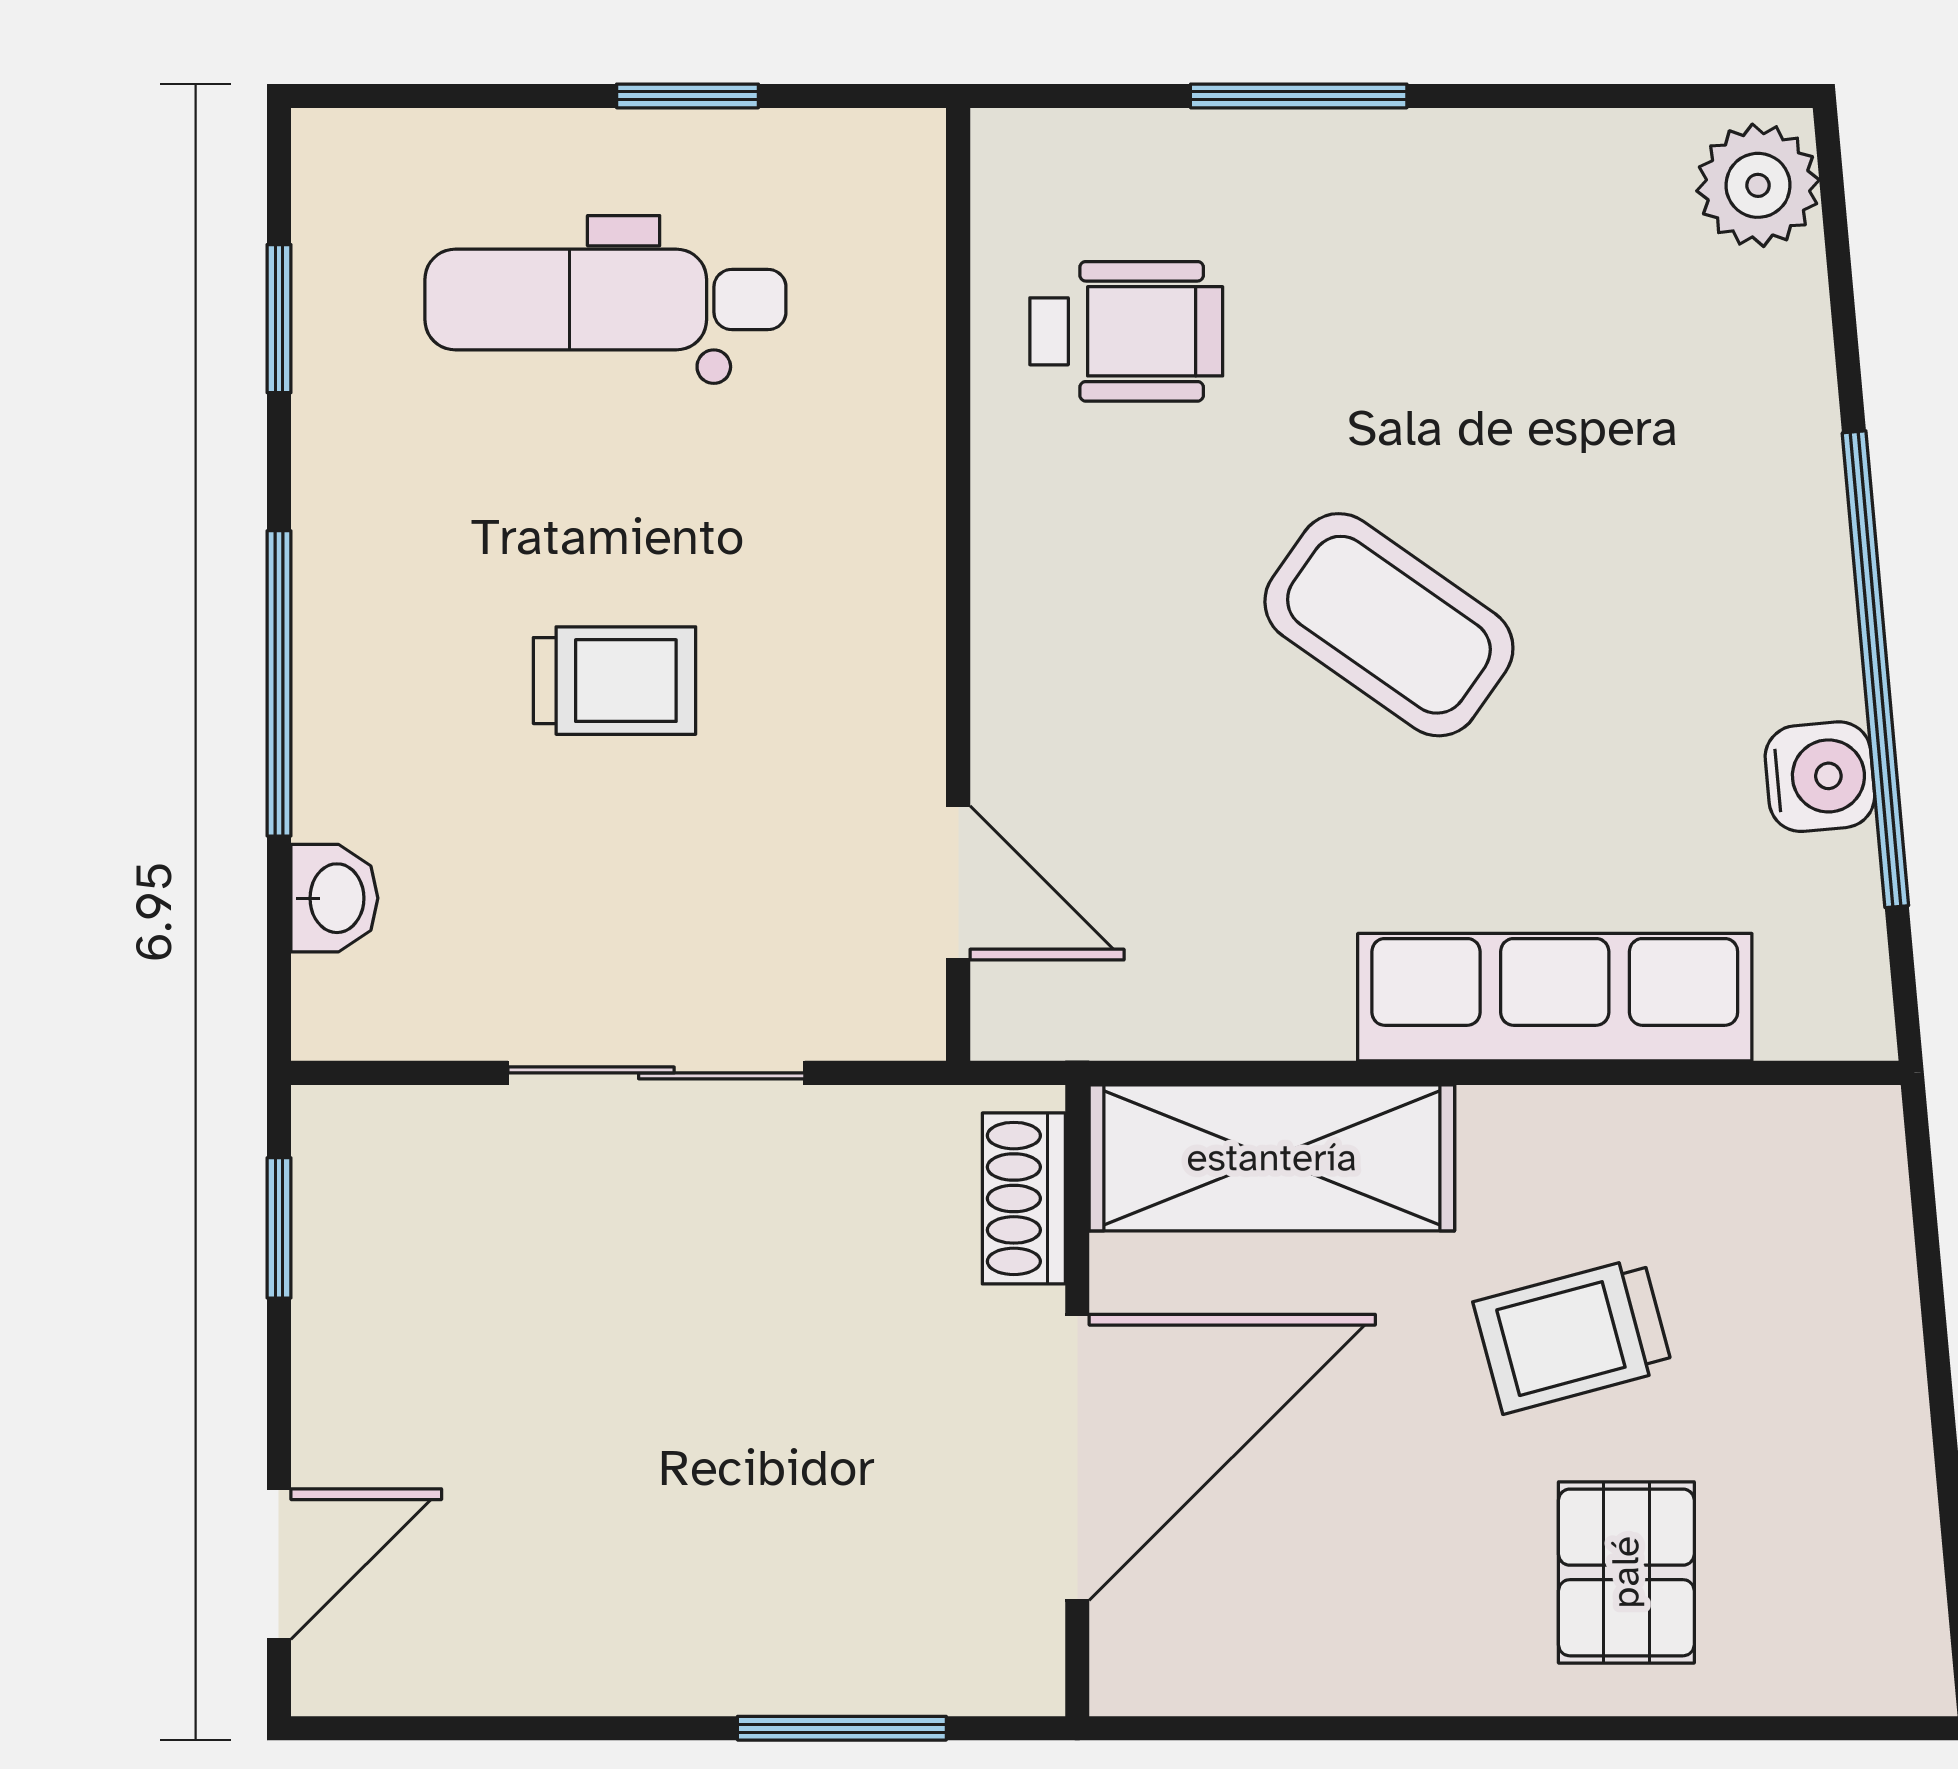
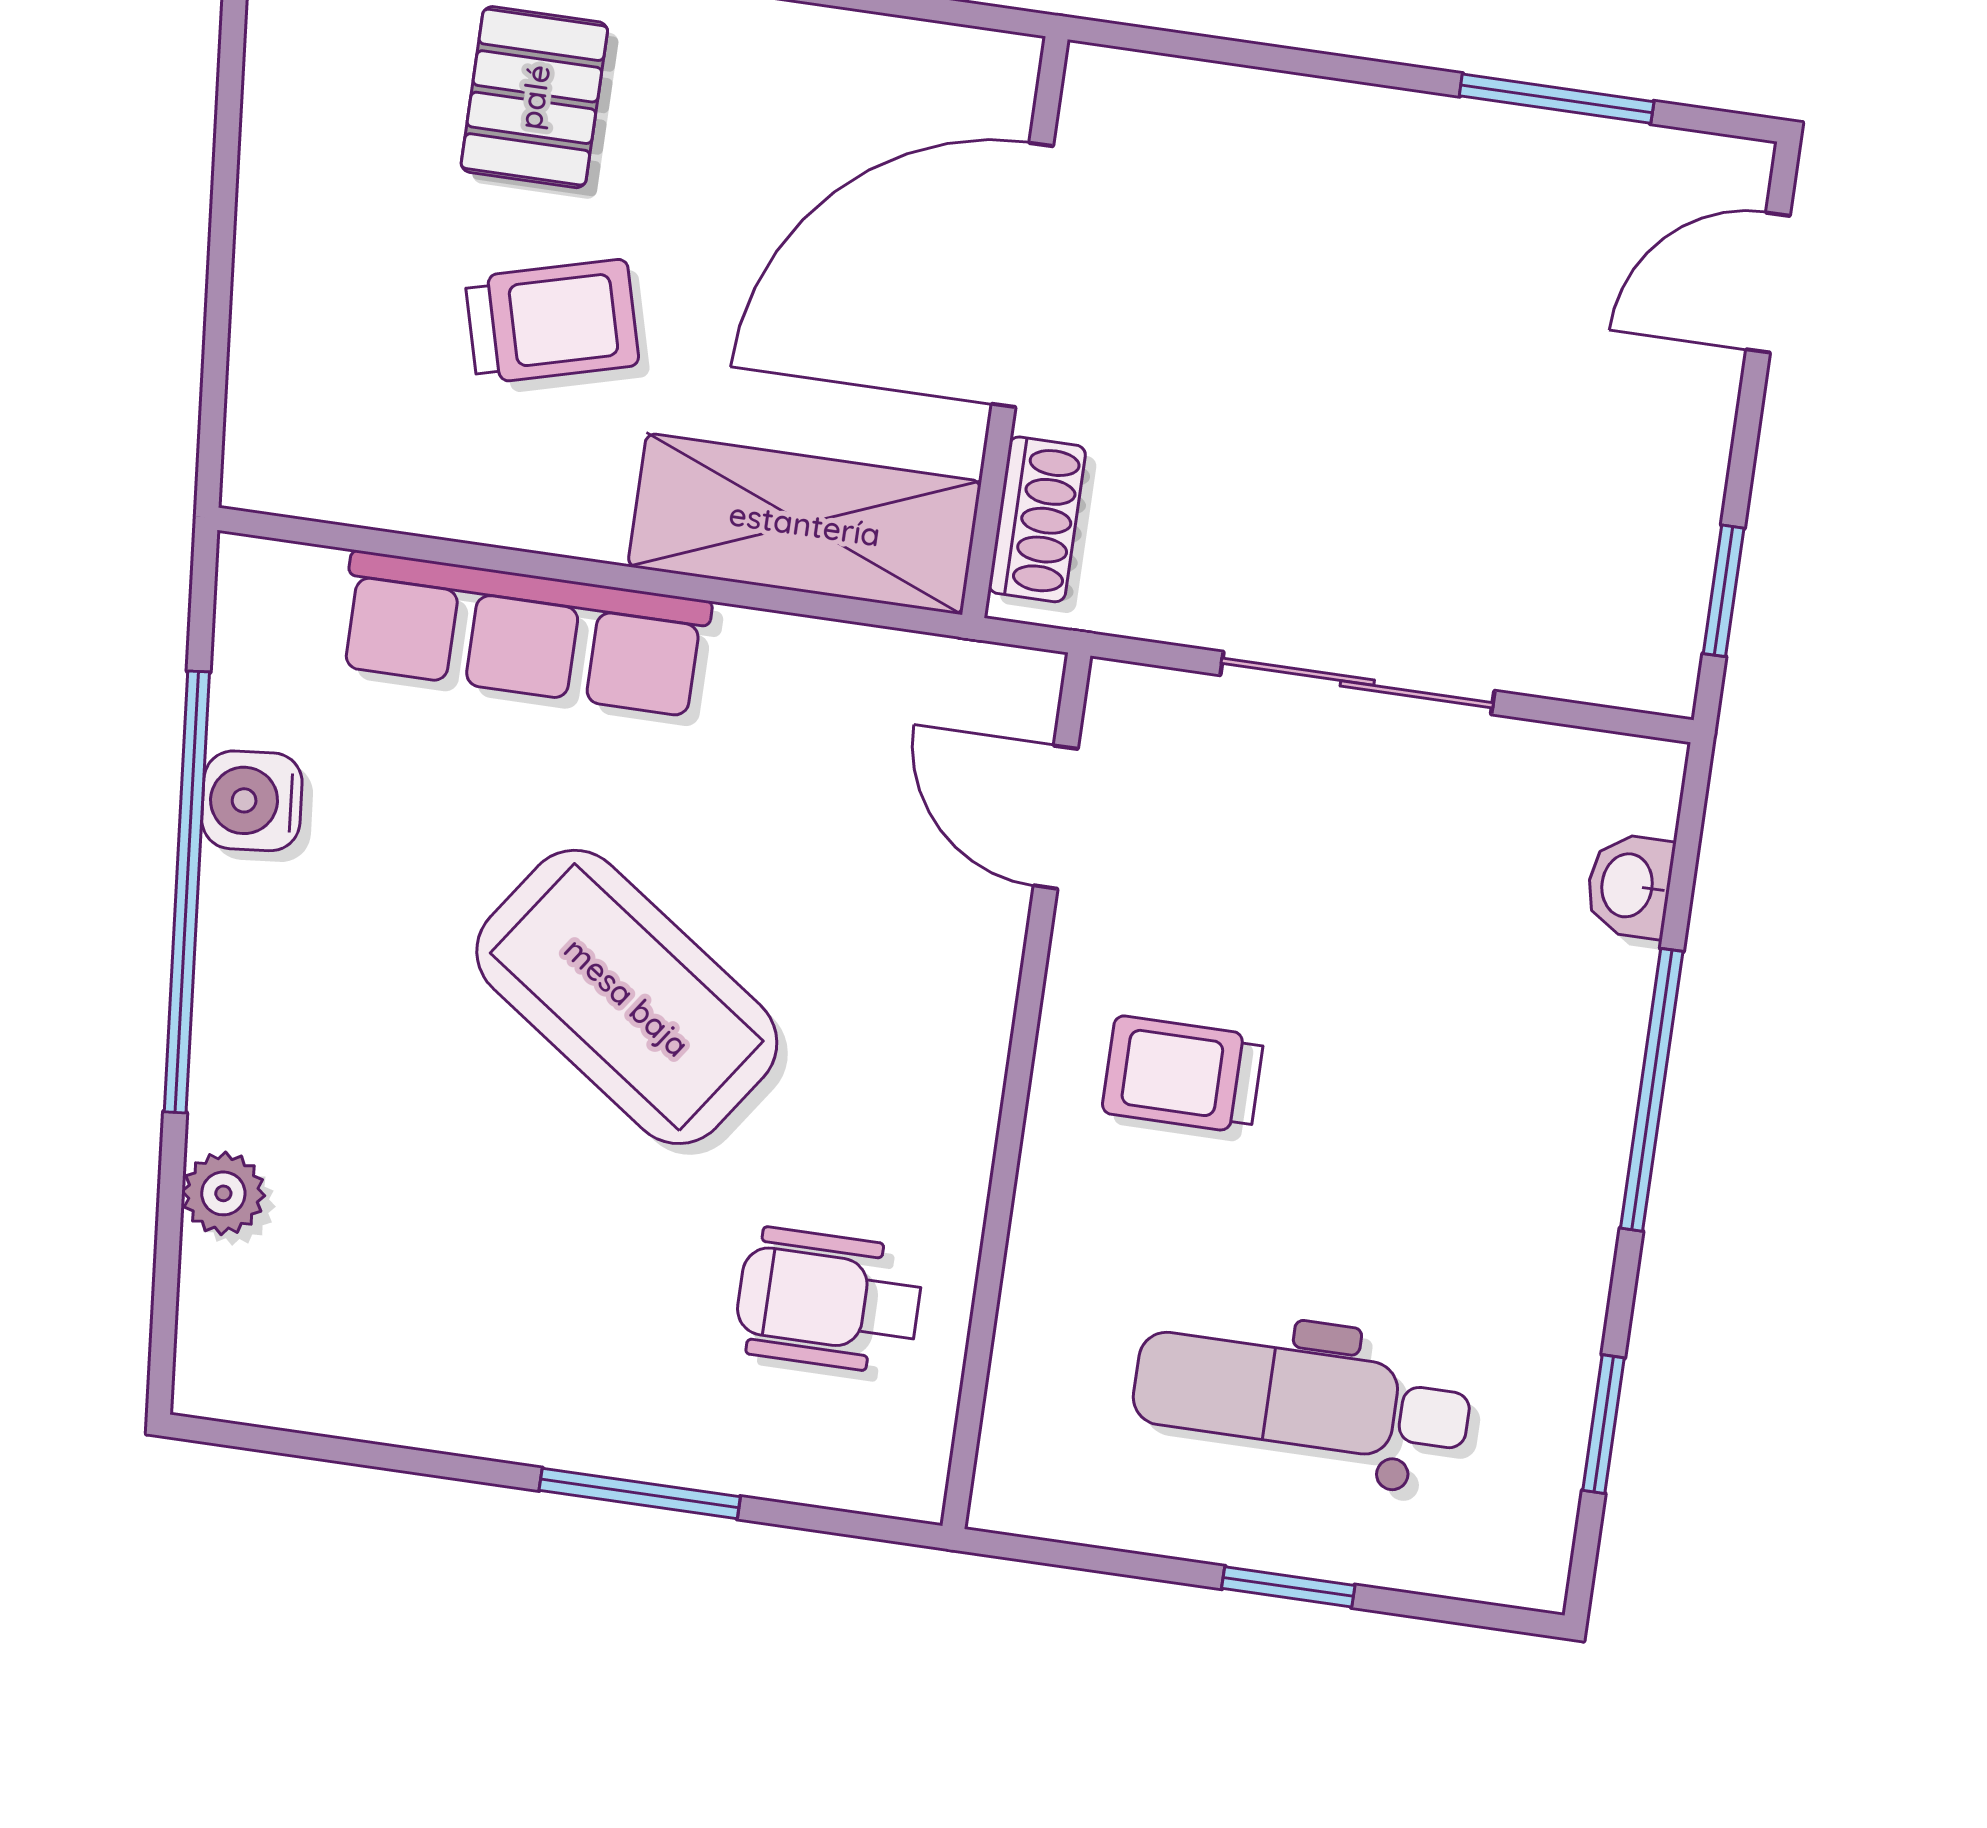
window: (687, 96) -> (1288, 1587), moved
plant: (1758, 185) -> (223, 1193), moved, width x0.73, depth x0.73
dental chair: (605, 300) -> (1302, 1398), turned 180
coffee table: (1389, 625) -> (627, 997), width x1.36, depth x1.32
trolley: (615, 681) -> (1183, 1074), moved
window: (842, 1728) -> (1557, 99), moved

